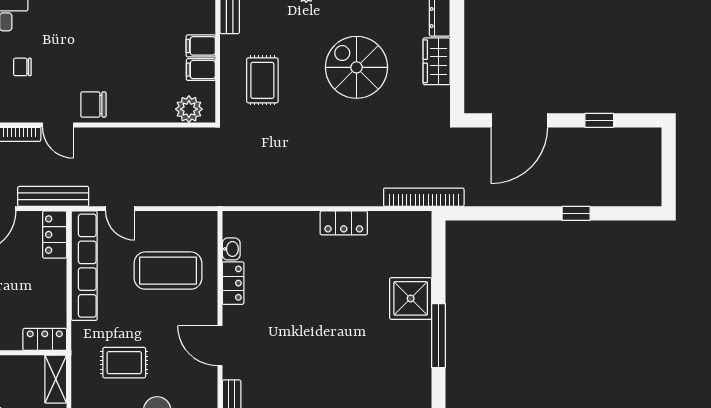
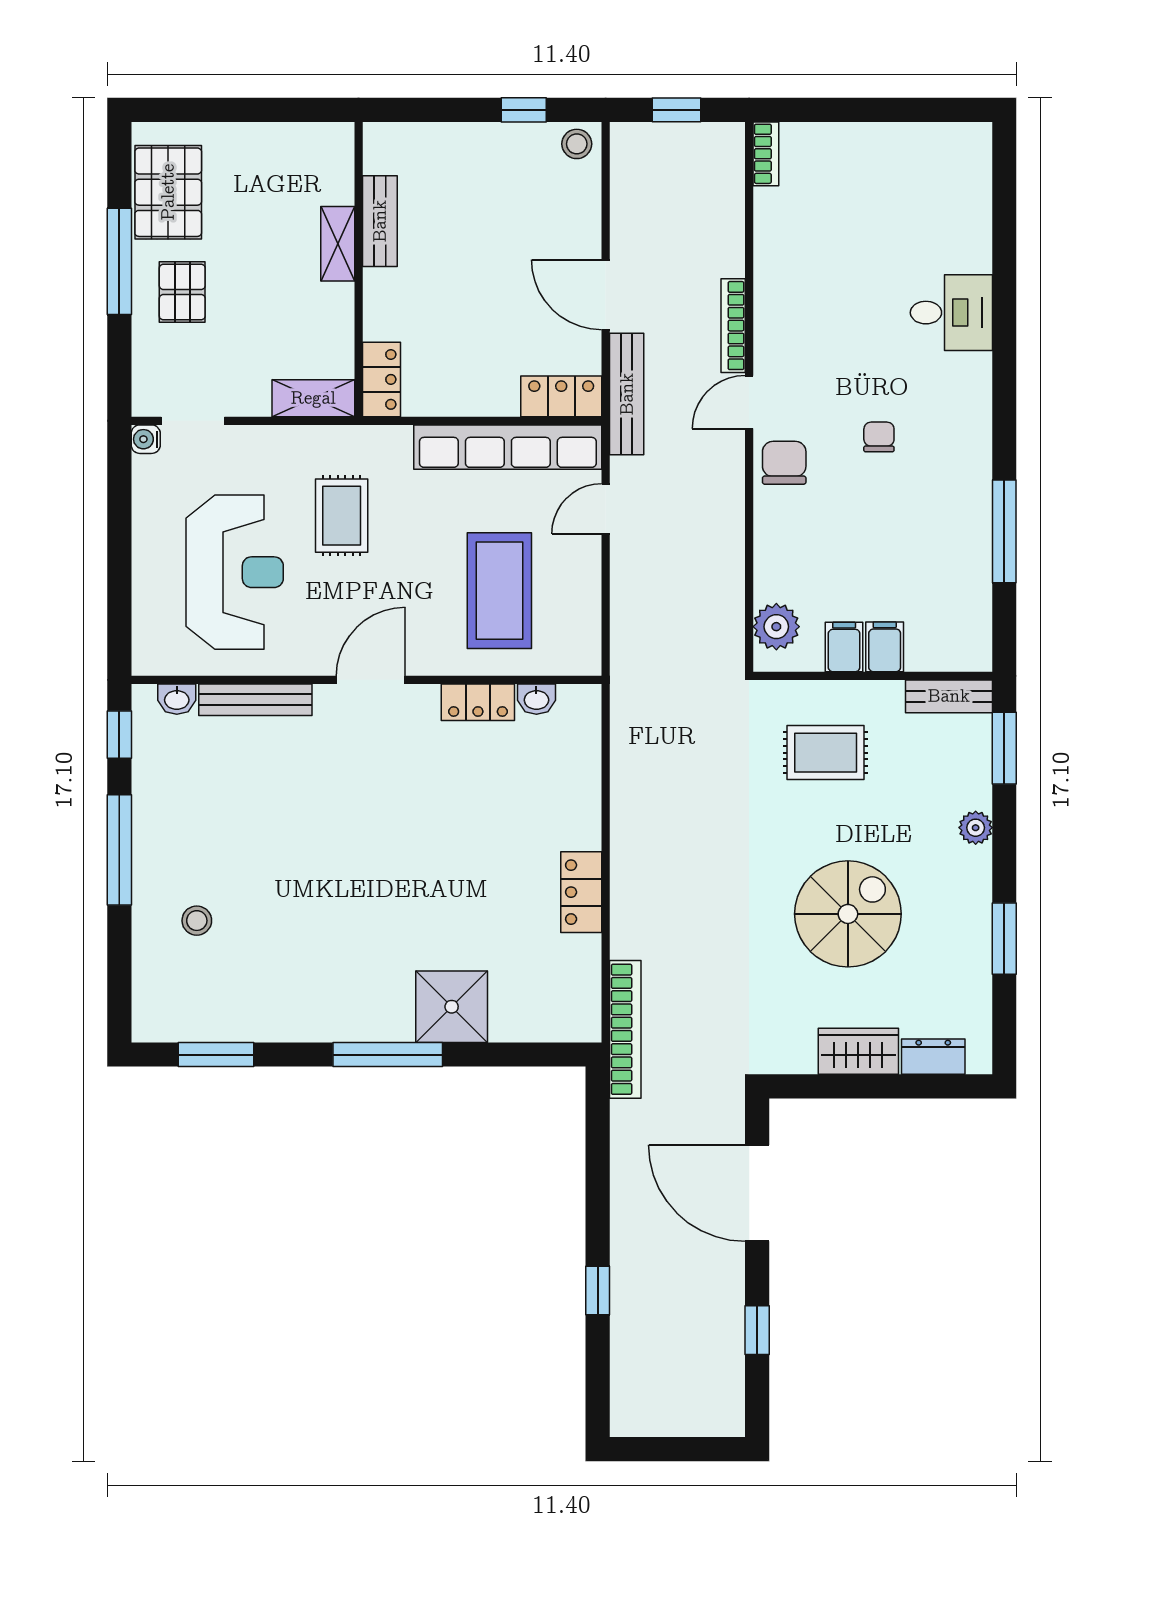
chair: (22, 67) -> (879, 437), moved

